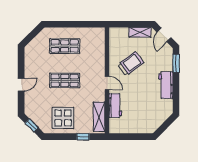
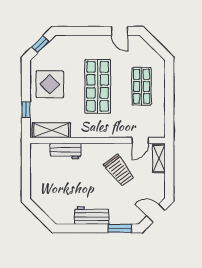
shelving: (140, 32) -> (159, 159), moved
shop shelf: (65, 80) -> (98, 86), width x1.43, depth x1.36
door: (107, 83) -> (140, 140), moved
door: (21, 85) -> (119, 31), moved

